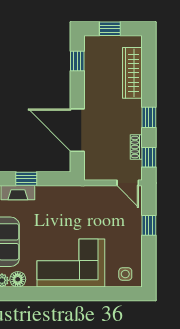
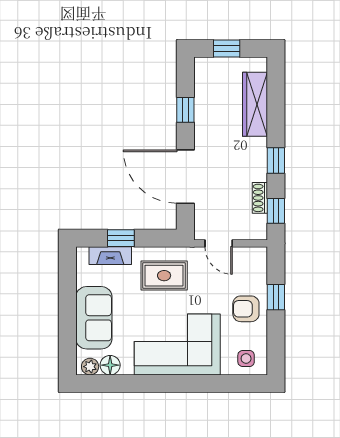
window: (77, 61) -> (185, 110), moved
door: (128, 183) -> (219, 243), moved
rug: (60, 208) -> (164, 276), added
armchair: (125, 235) -> (246, 309), added

